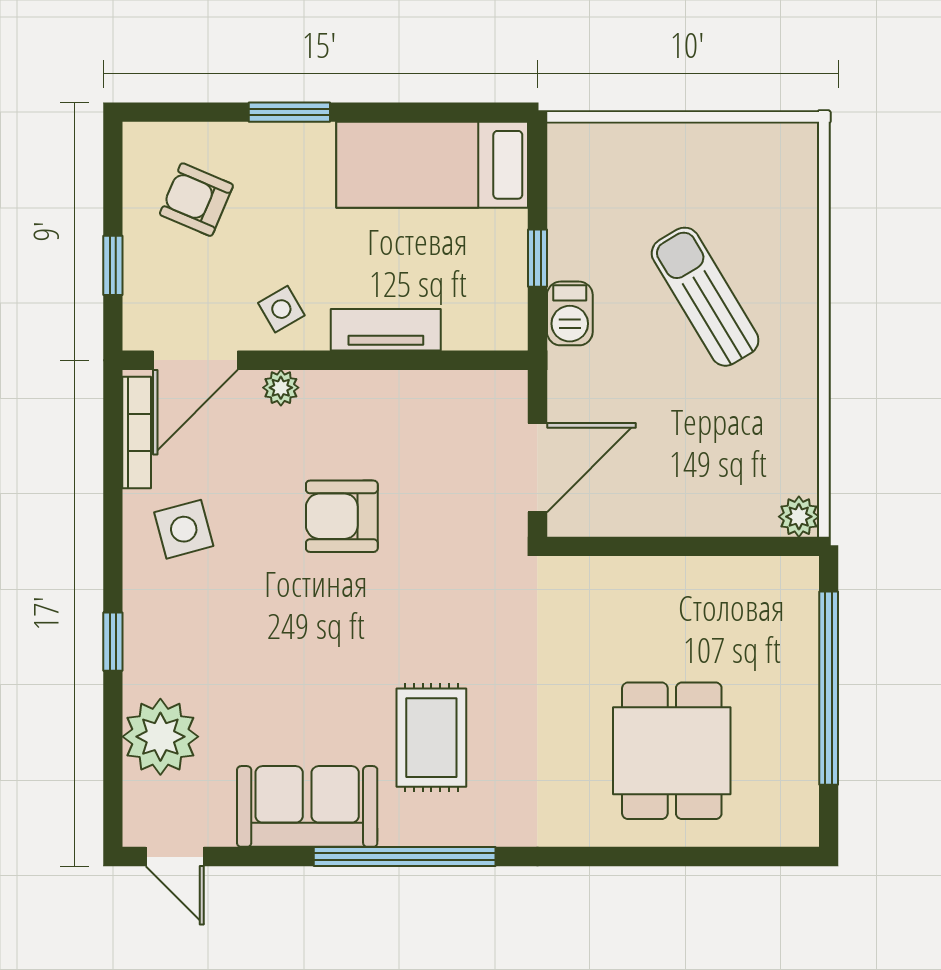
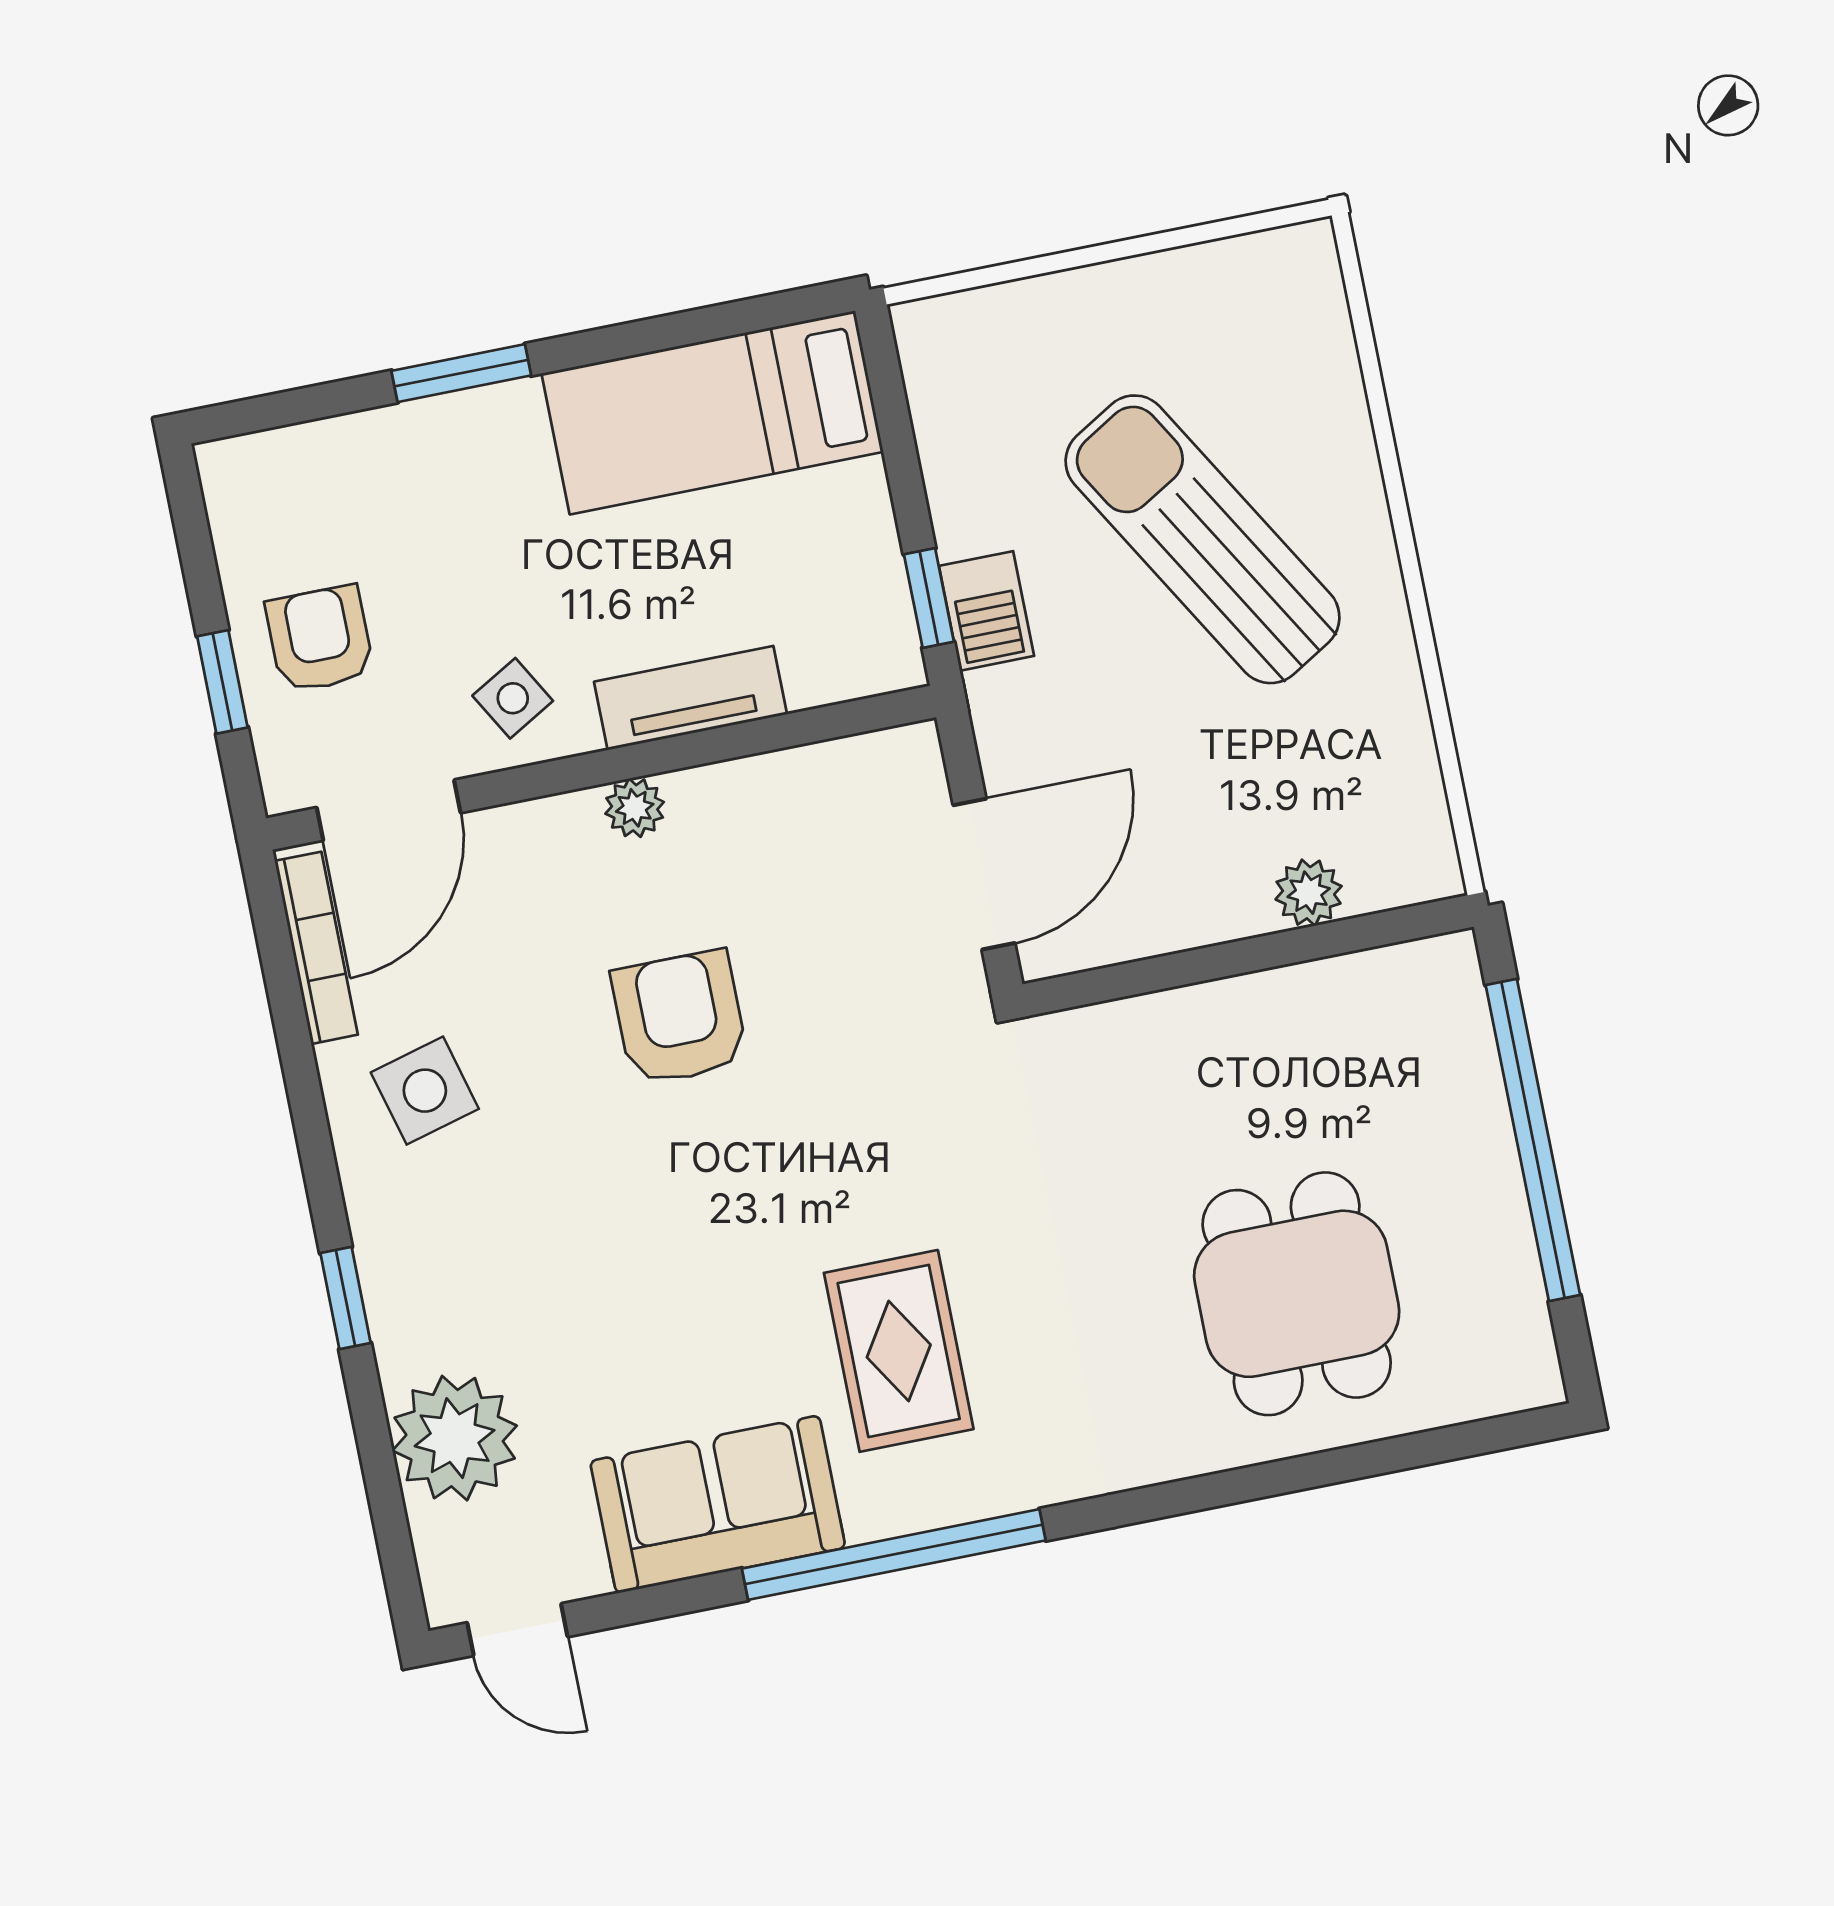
armchair: (196, 200) -> (320, 639), moved, turned 67
window: (537, 258) -> (929, 598), moved
sun lounger: (705, 297) -> (1203, 539), width x1.36, depth x1.34
plant: (281, 388) -> (635, 808), moved
armchair: (342, 516) -> (680, 1018), turned 90
plant: (799, 517) -> (1309, 893), moved

